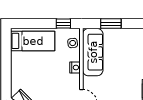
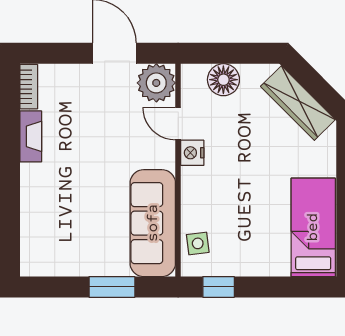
bed: (33, 41) -> (313, 227), moved, turned 90
nightstand: (75, 67) -> (192, 153), moved

